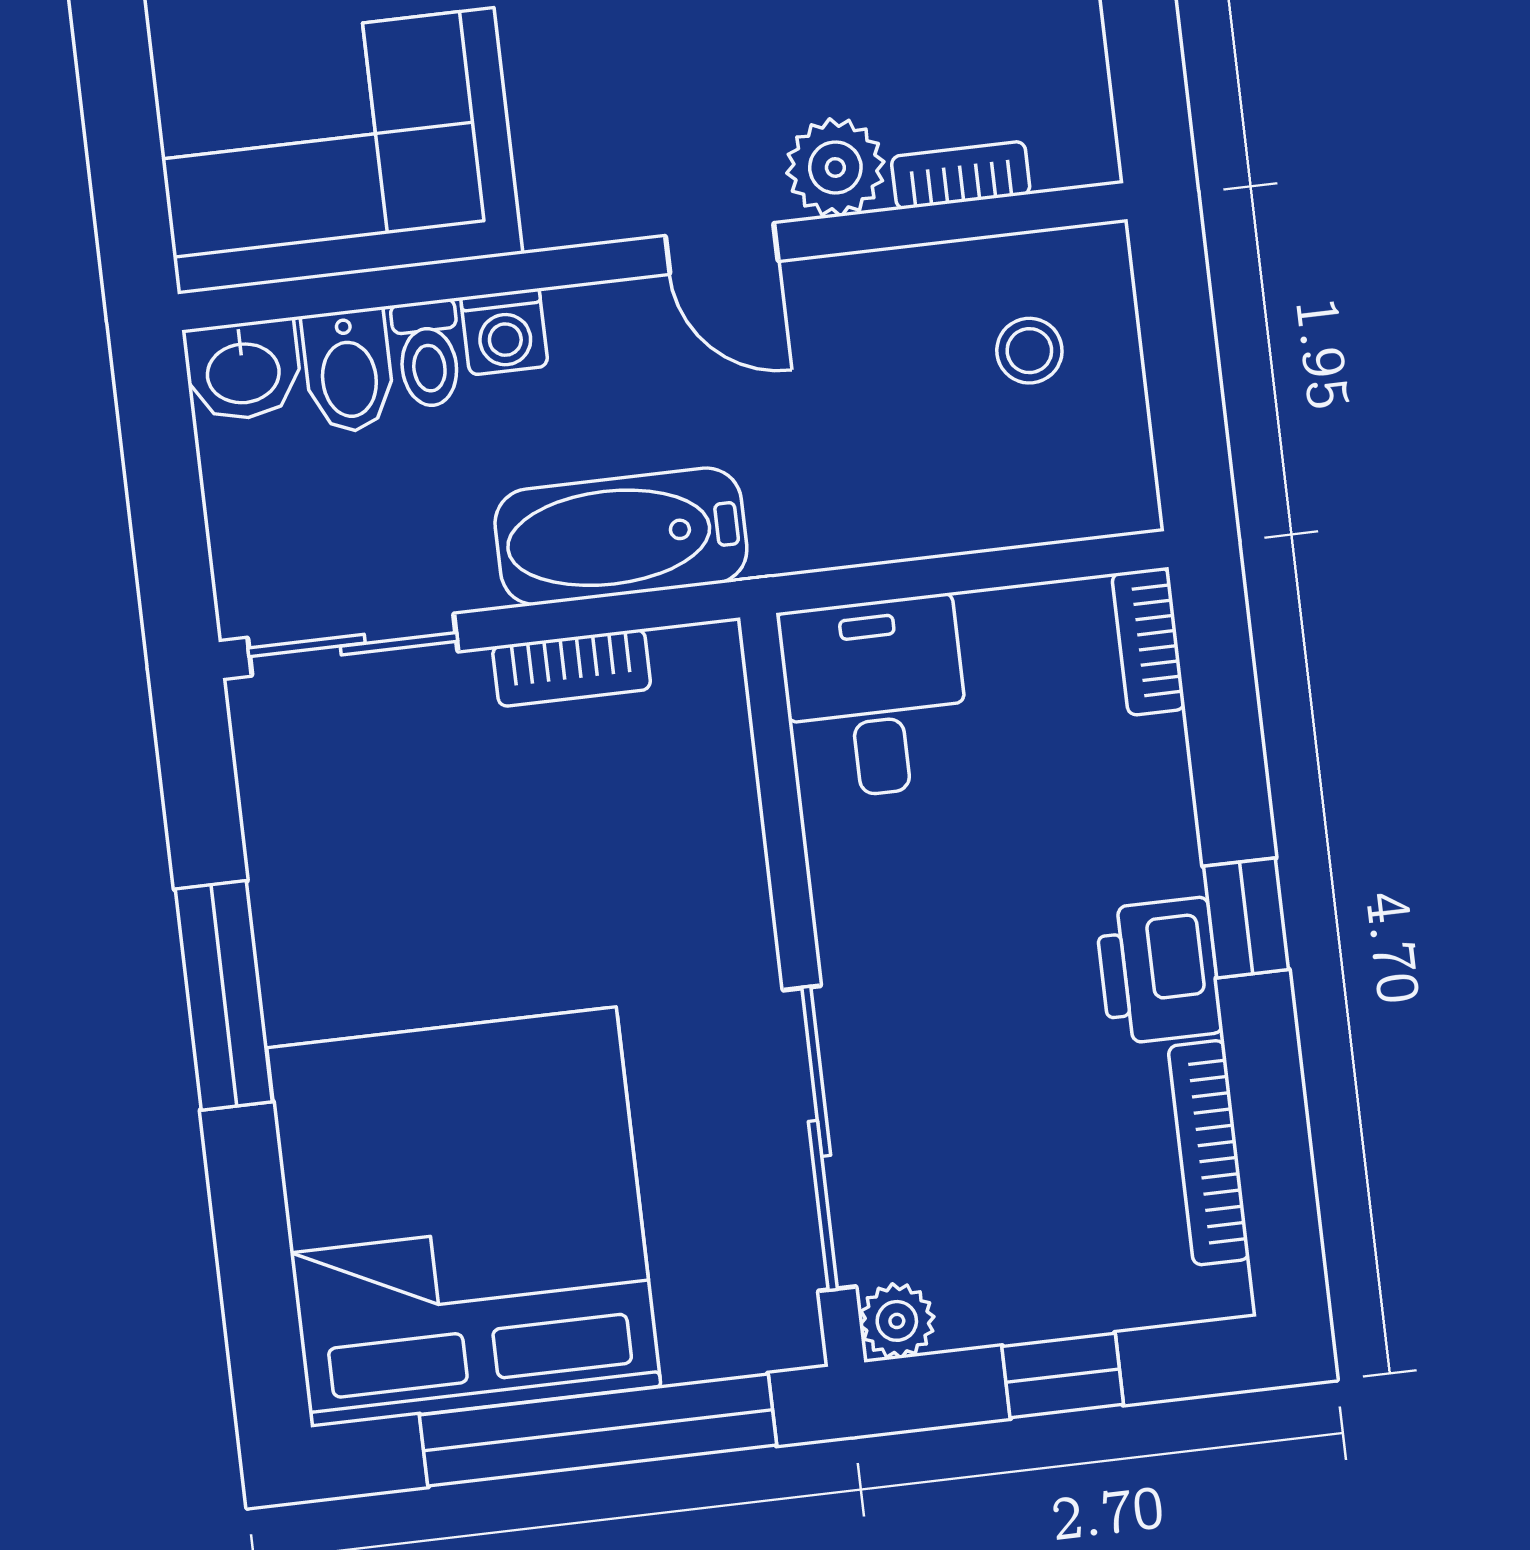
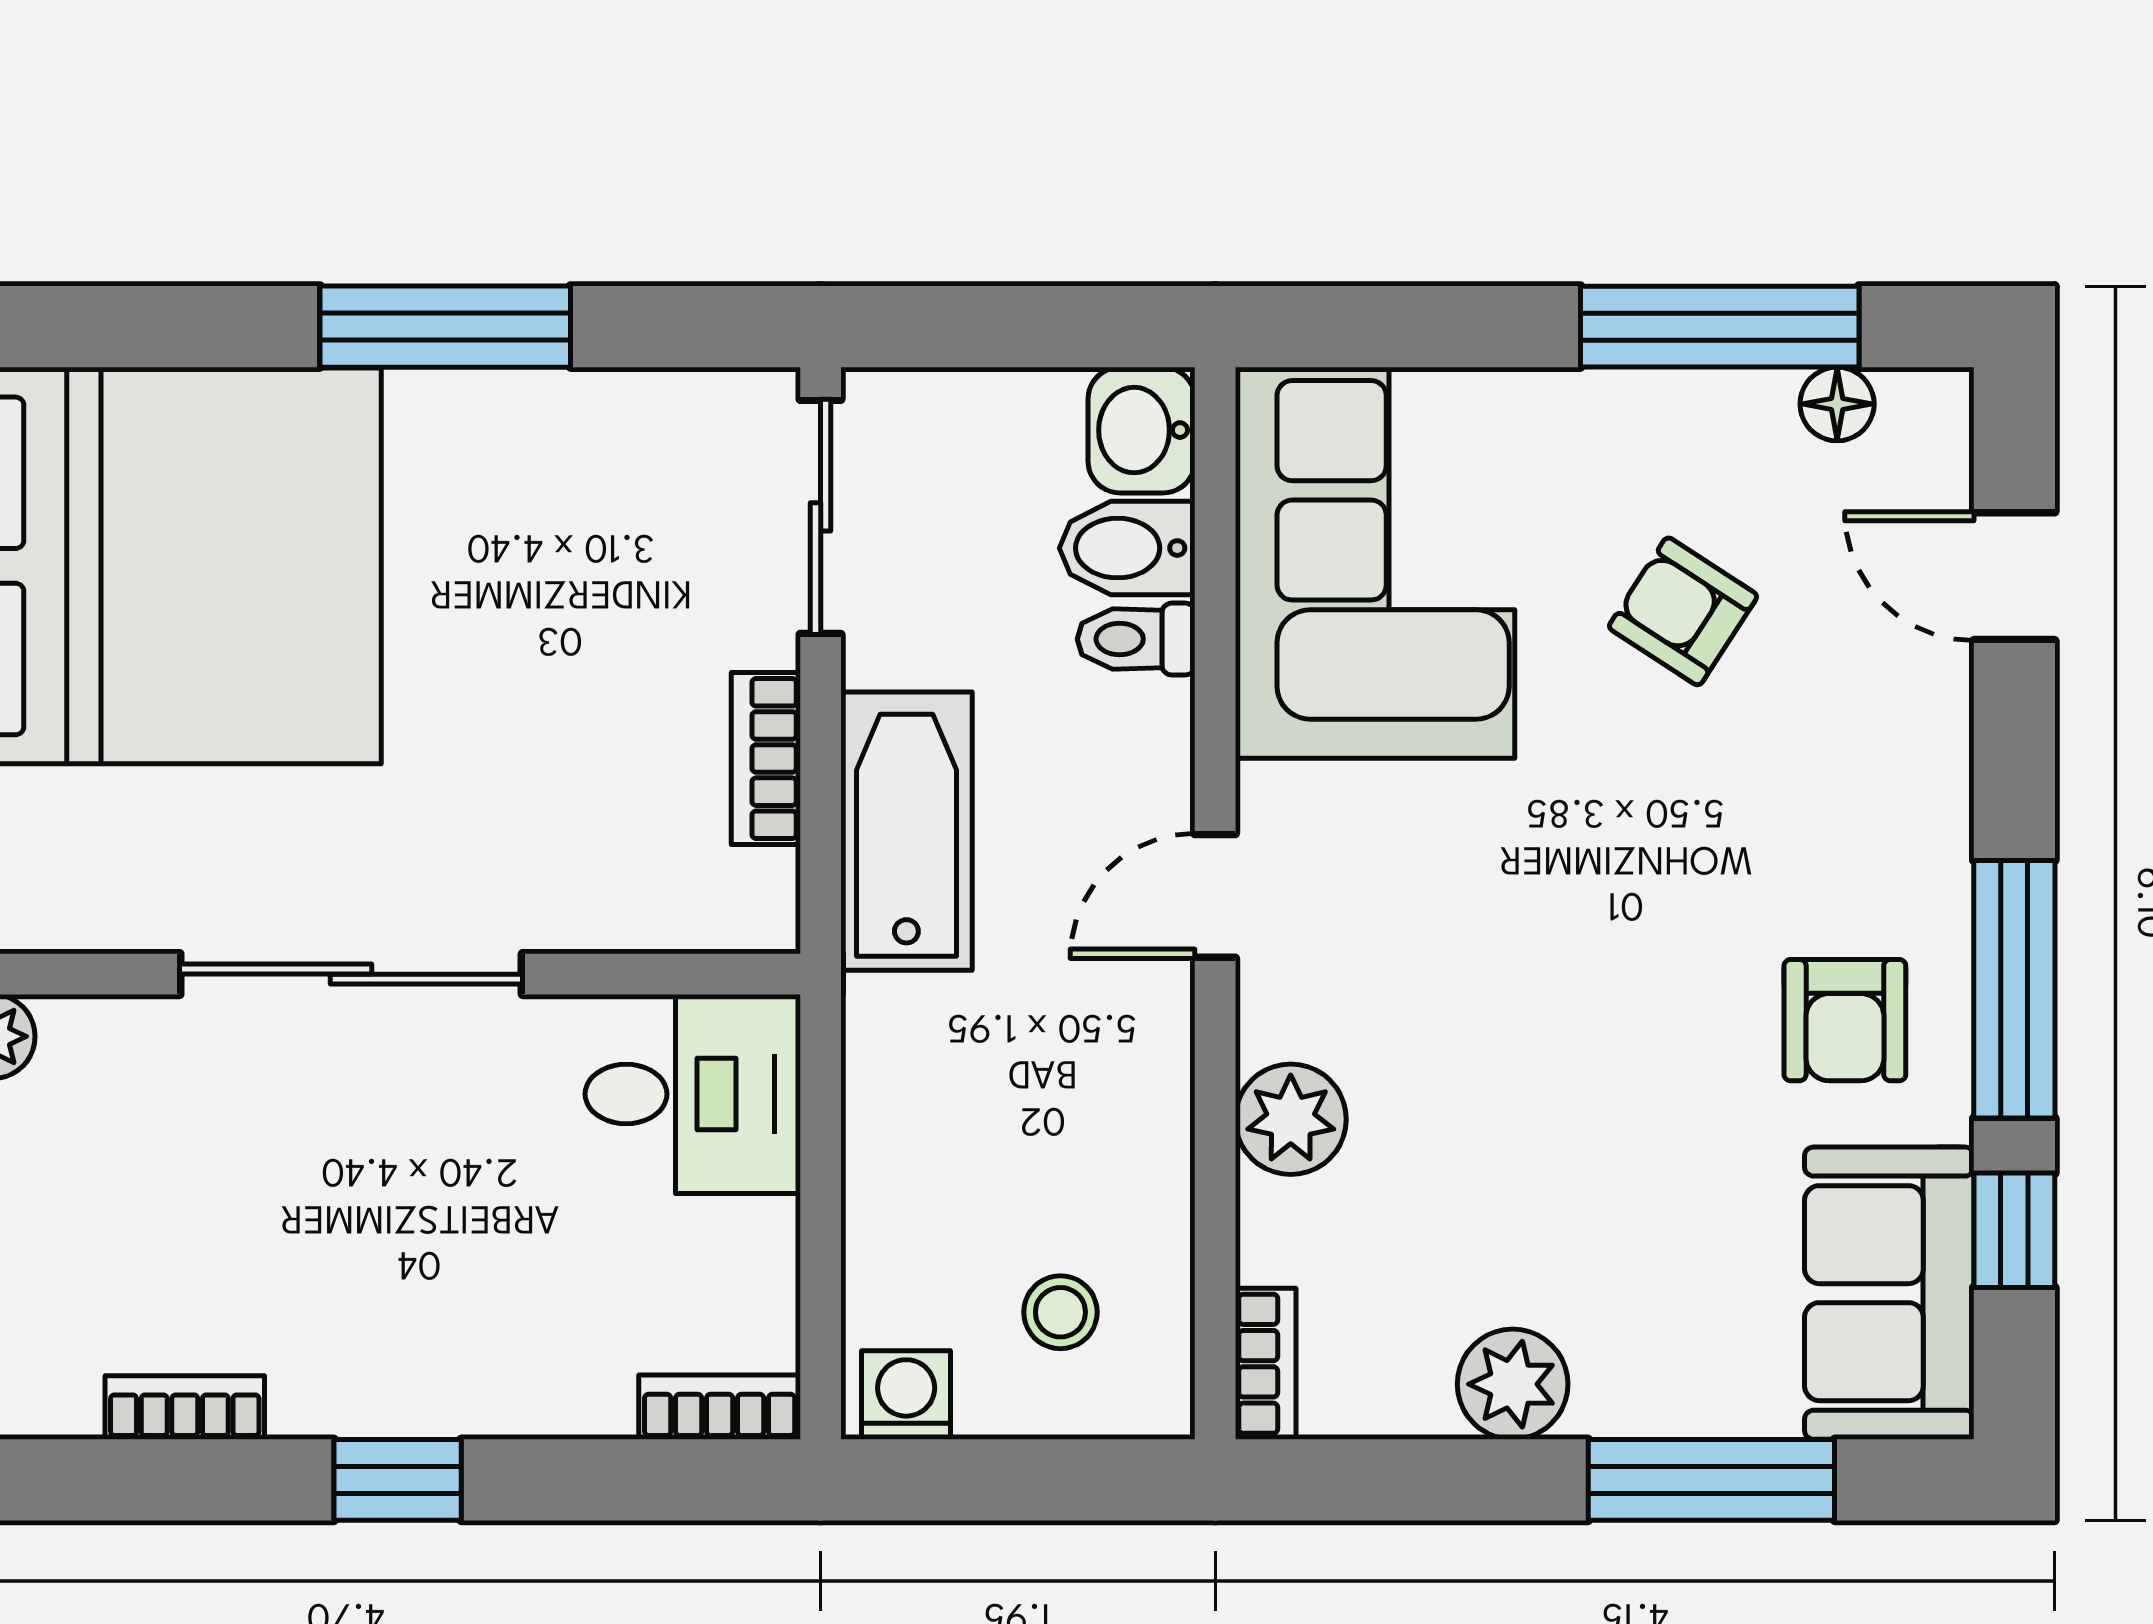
bookcase: (961, 175) -> (1266, 1364), moved
door: (722, 248) -> (1215, 896), moved
washing machine: (504, 332) -> (906, 1395), moved, turned 90
printer: (1159, 971) -> (350, 1376), removed
sliding door: (820, 1138) -> (351, 974), moved
bookcase: (1209, 1153) -> (185, 1408), width x0.64

